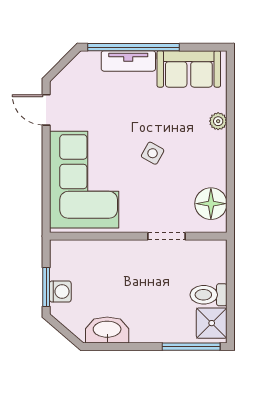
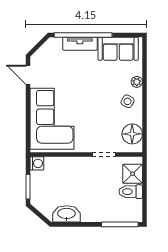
side table: (153, 153) -> (128, 101), moved
washing machine: (60, 291) -> (37, 163), moved
shower: (212, 323) -> (133, 174), moved

